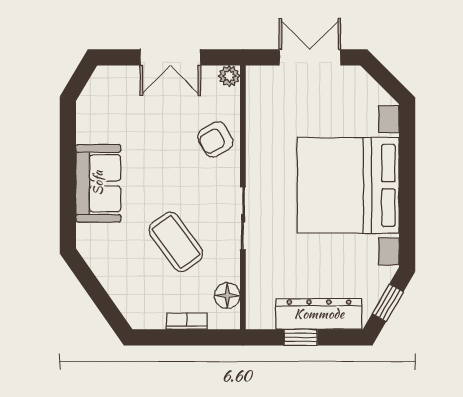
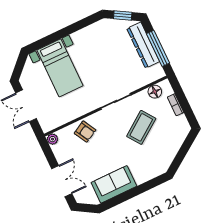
double door: (170, 57) -> (62, 181), moved
sofa: (98, 183) -> (114, 184), moved
bed with nightstands: (348, 185) -> (60, 68), width x0.54
window: (301, 337) -> (158, 48), width x2.17

